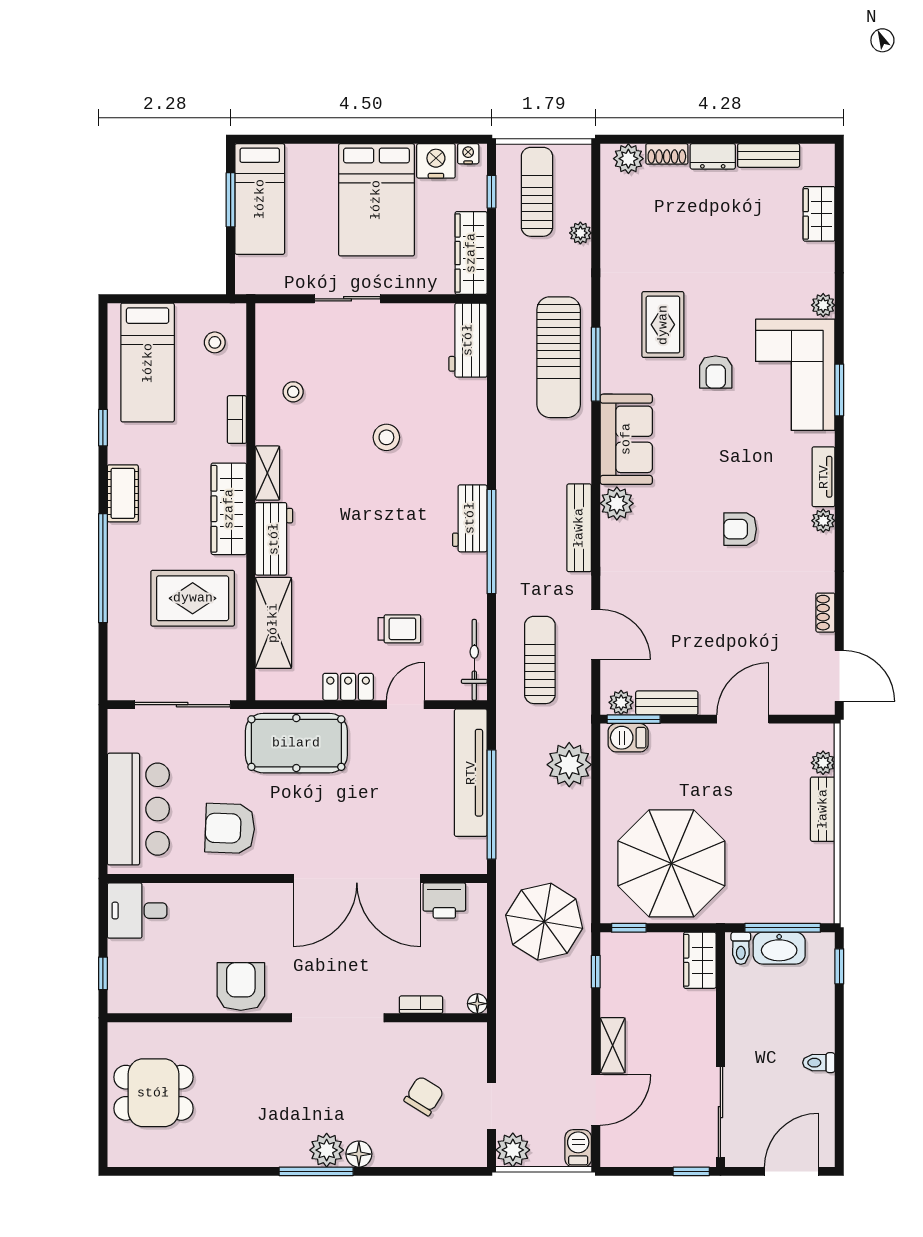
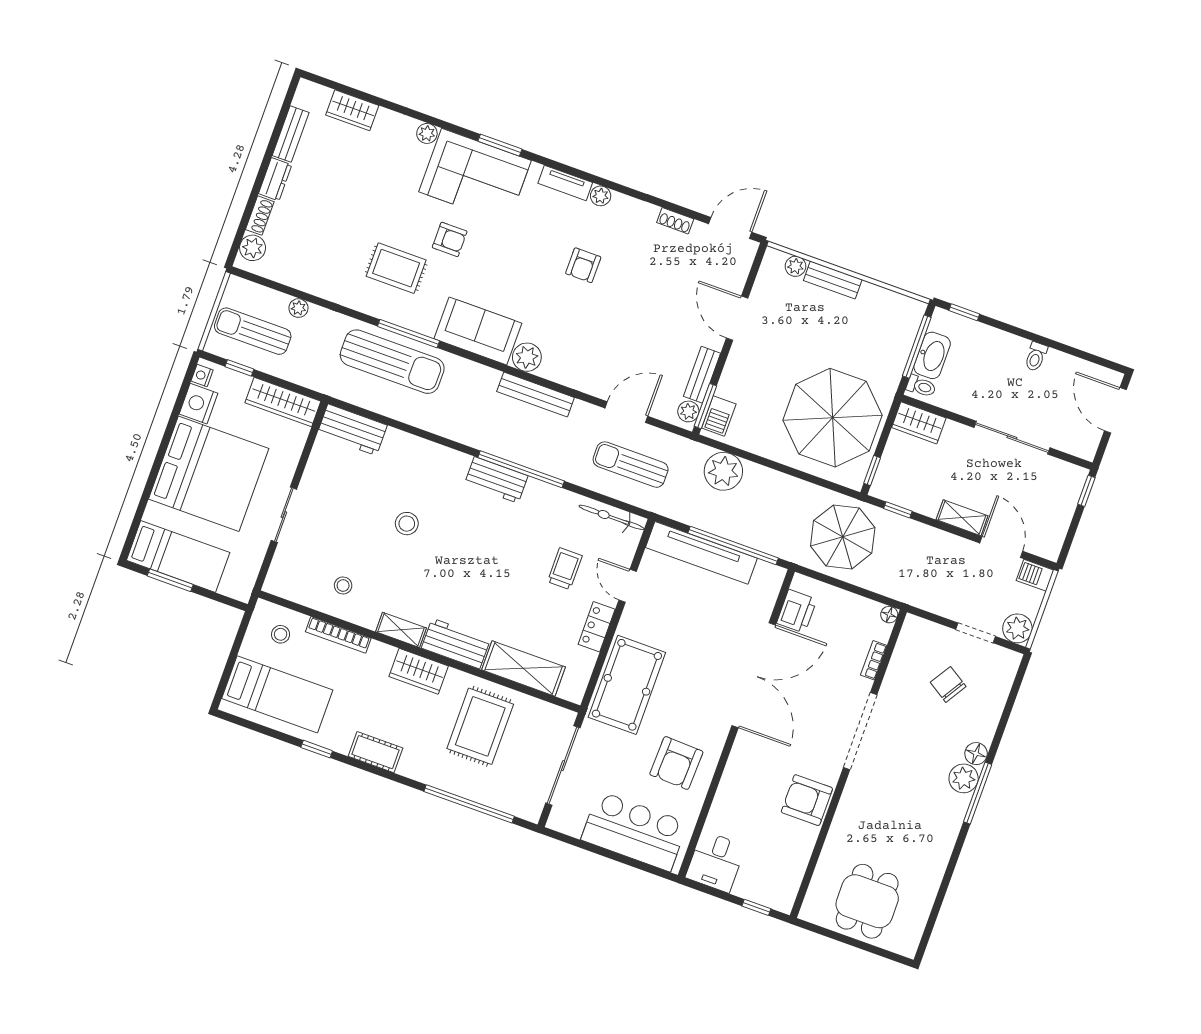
bed: (376, 200) -> (209, 474), width x1.36
bookcase: (237, 420) -> (338, 635), width x1.56
wardrobe: (229, 509) -> (419, 671), width x0.67
window: (103, 568) -> (469, 804), moved
sliding door: (720, 1112) -> (1012, 438), moved

